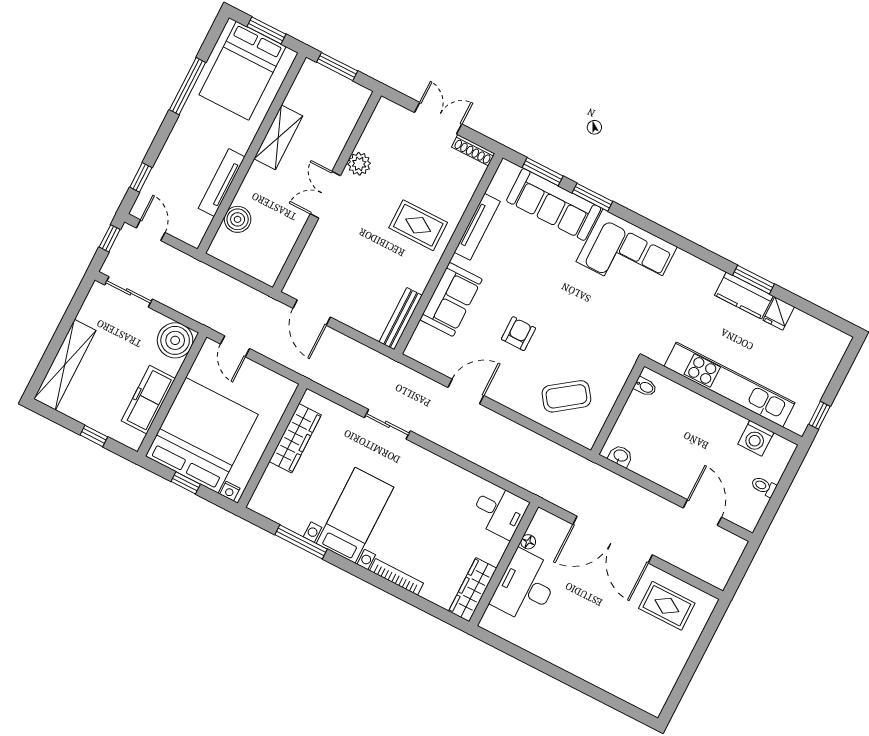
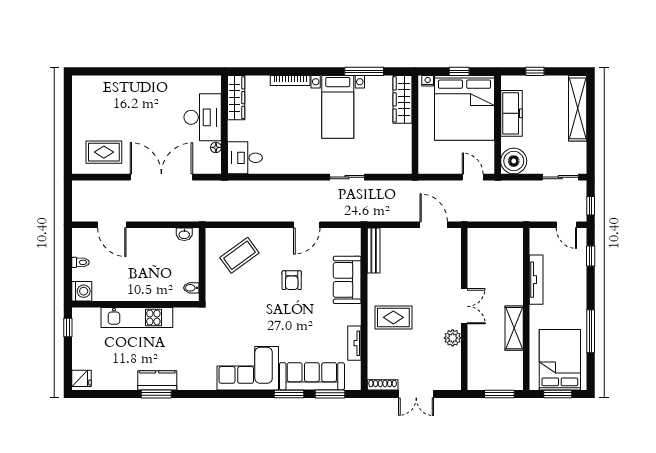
boiler: (238, 219) -> (513, 261), removed
tv unit: (477, 227) -> (354, 343), width x0.71
fridge: (779, 313) -> (82, 378), moved, turned 90
kitchen unit: (730, 384) -> (137, 317), width x0.73
wardrobe: (295, 438) -> (403, 99), moved
washing machine: (756, 438) -> (82, 291), moved, turned 90

